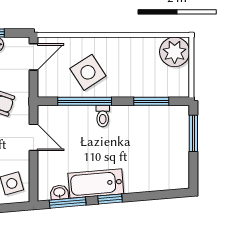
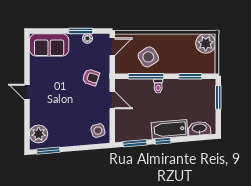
bathtub: (96, 184) -> (169, 129), moved
washbasin: (59, 192) -> (199, 128), moved, width x1.91, depth x1.45

